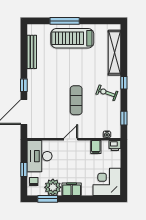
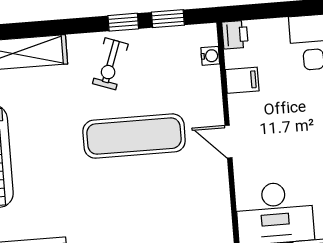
window: (124, 83) -> (123, 22), moved
exercise mat: (76, 100) -> (134, 136), width x1.36, depth x1.45

